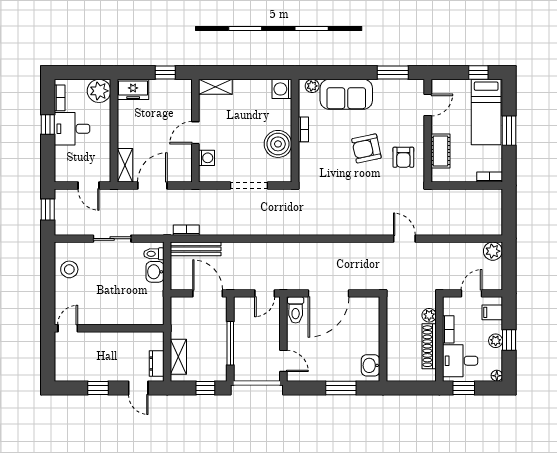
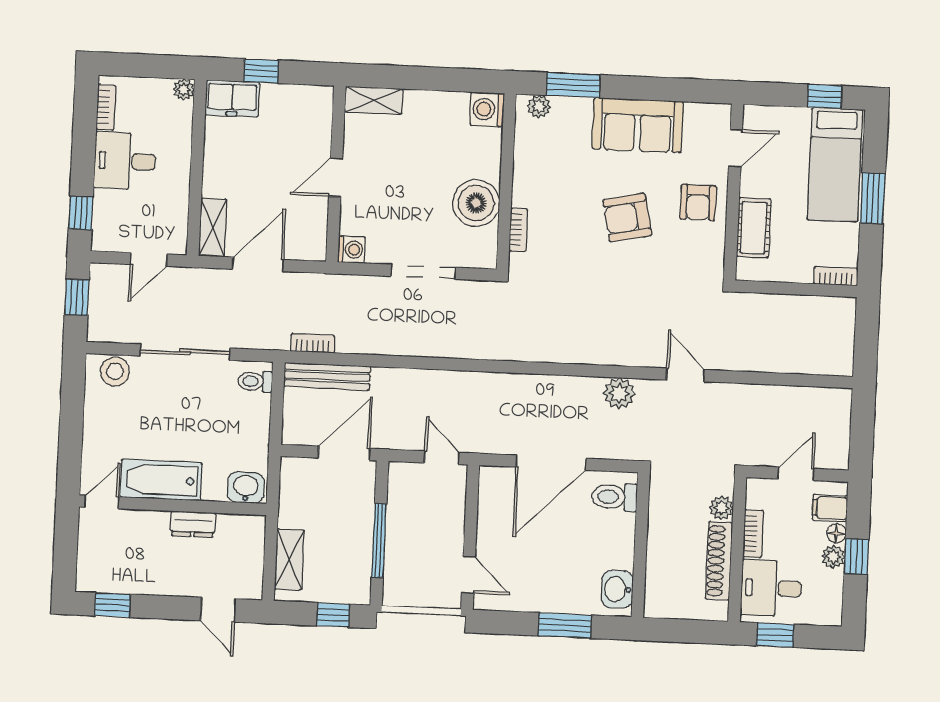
window: (165, 73) -> (261, 71), moved
window: (393, 73) -> (573, 85), moved
plant: (99, 91) -> (184, 89), width x0.53, depth x0.53
sofa: (346, 94) -> (638, 125), moved
window: (48, 125) -> (81, 213), moved
bookcase: (303, 129) -> (518, 230), moved
armchair: (403, 157) -> (698, 202), moved
washing machine: (206, 158) -> (351, 250), moved
door: (89, 185) -> (149, 259), hinge flipped
sliding door: (112, 239) -> (185, 352), width x1.37
plant: (493, 251) -> (619, 393), moved
stool: (69, 269) -> (115, 371), moved
washbasin: (155, 272) -> (246, 488), moved, turned 90
door: (208, 293) -> (344, 453), hinge flipped
door: (265, 293) -> (442, 458), swing flipped
toilet: (296, 310) -> (614, 497), moved, turned 90
bathtub: (102, 314) -> (161, 480), added
dresser: (157, 364) -> (193, 524), moved, turned -90
floor lamp: (497, 376) -> (836, 533), moved
window: (98, 388) -> (112, 605), moved

